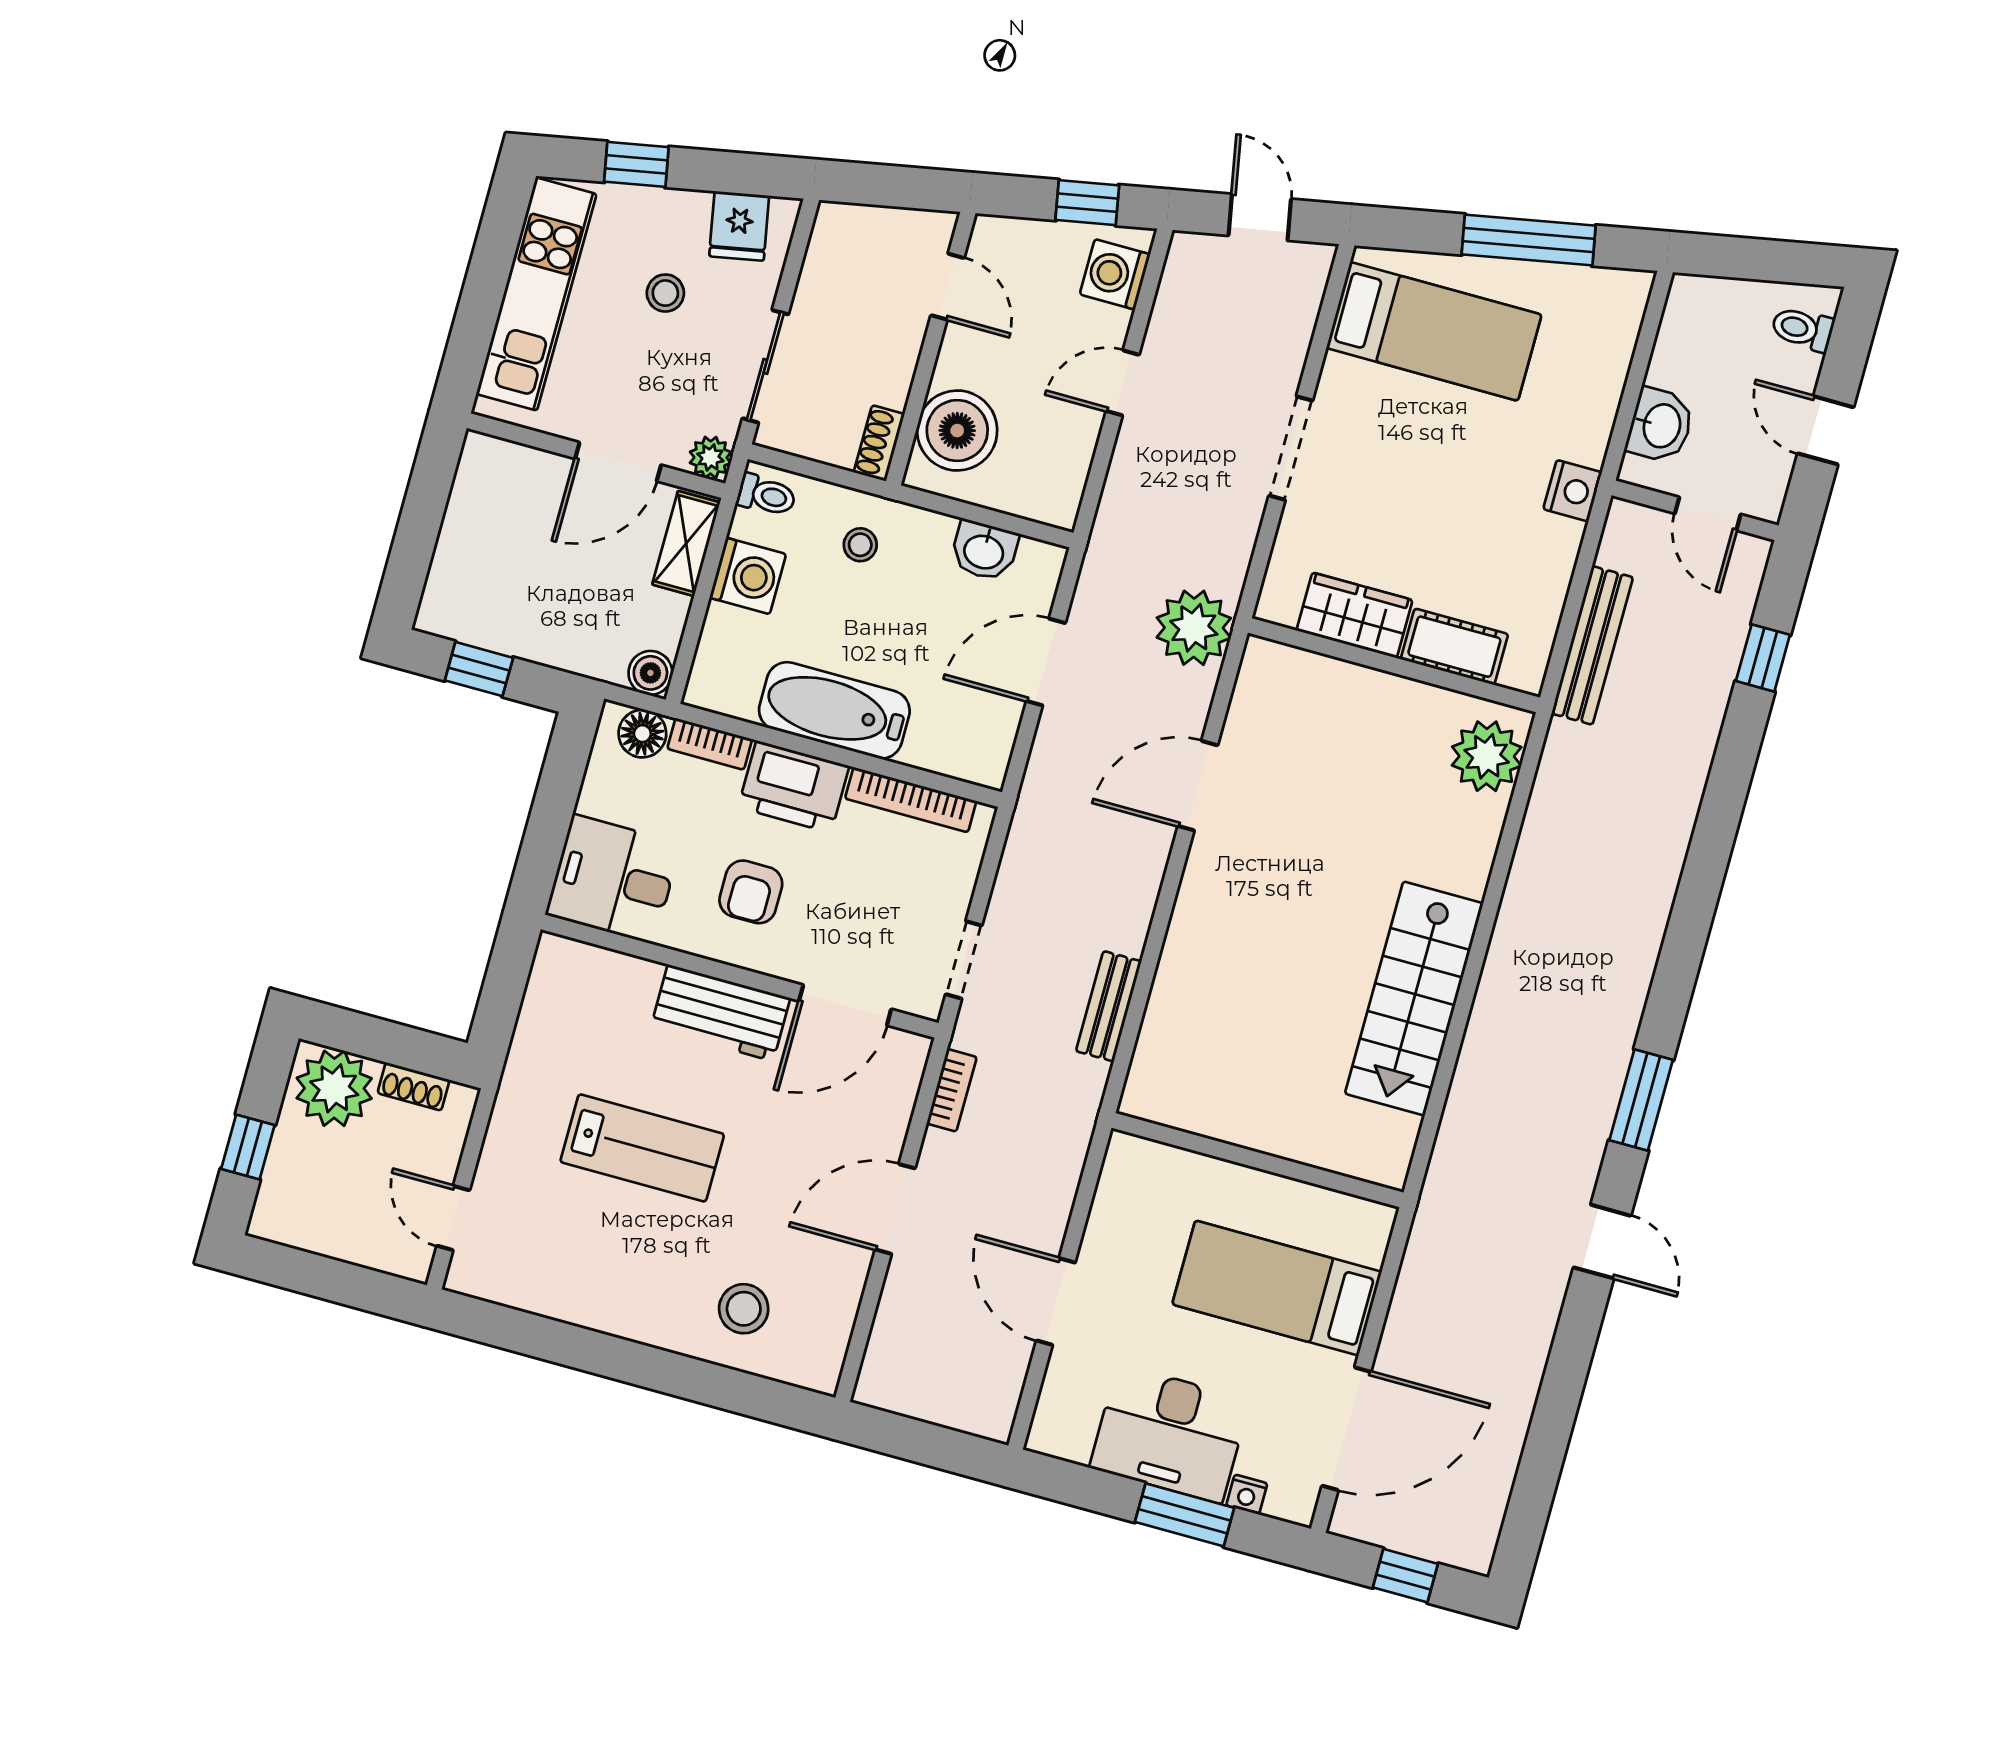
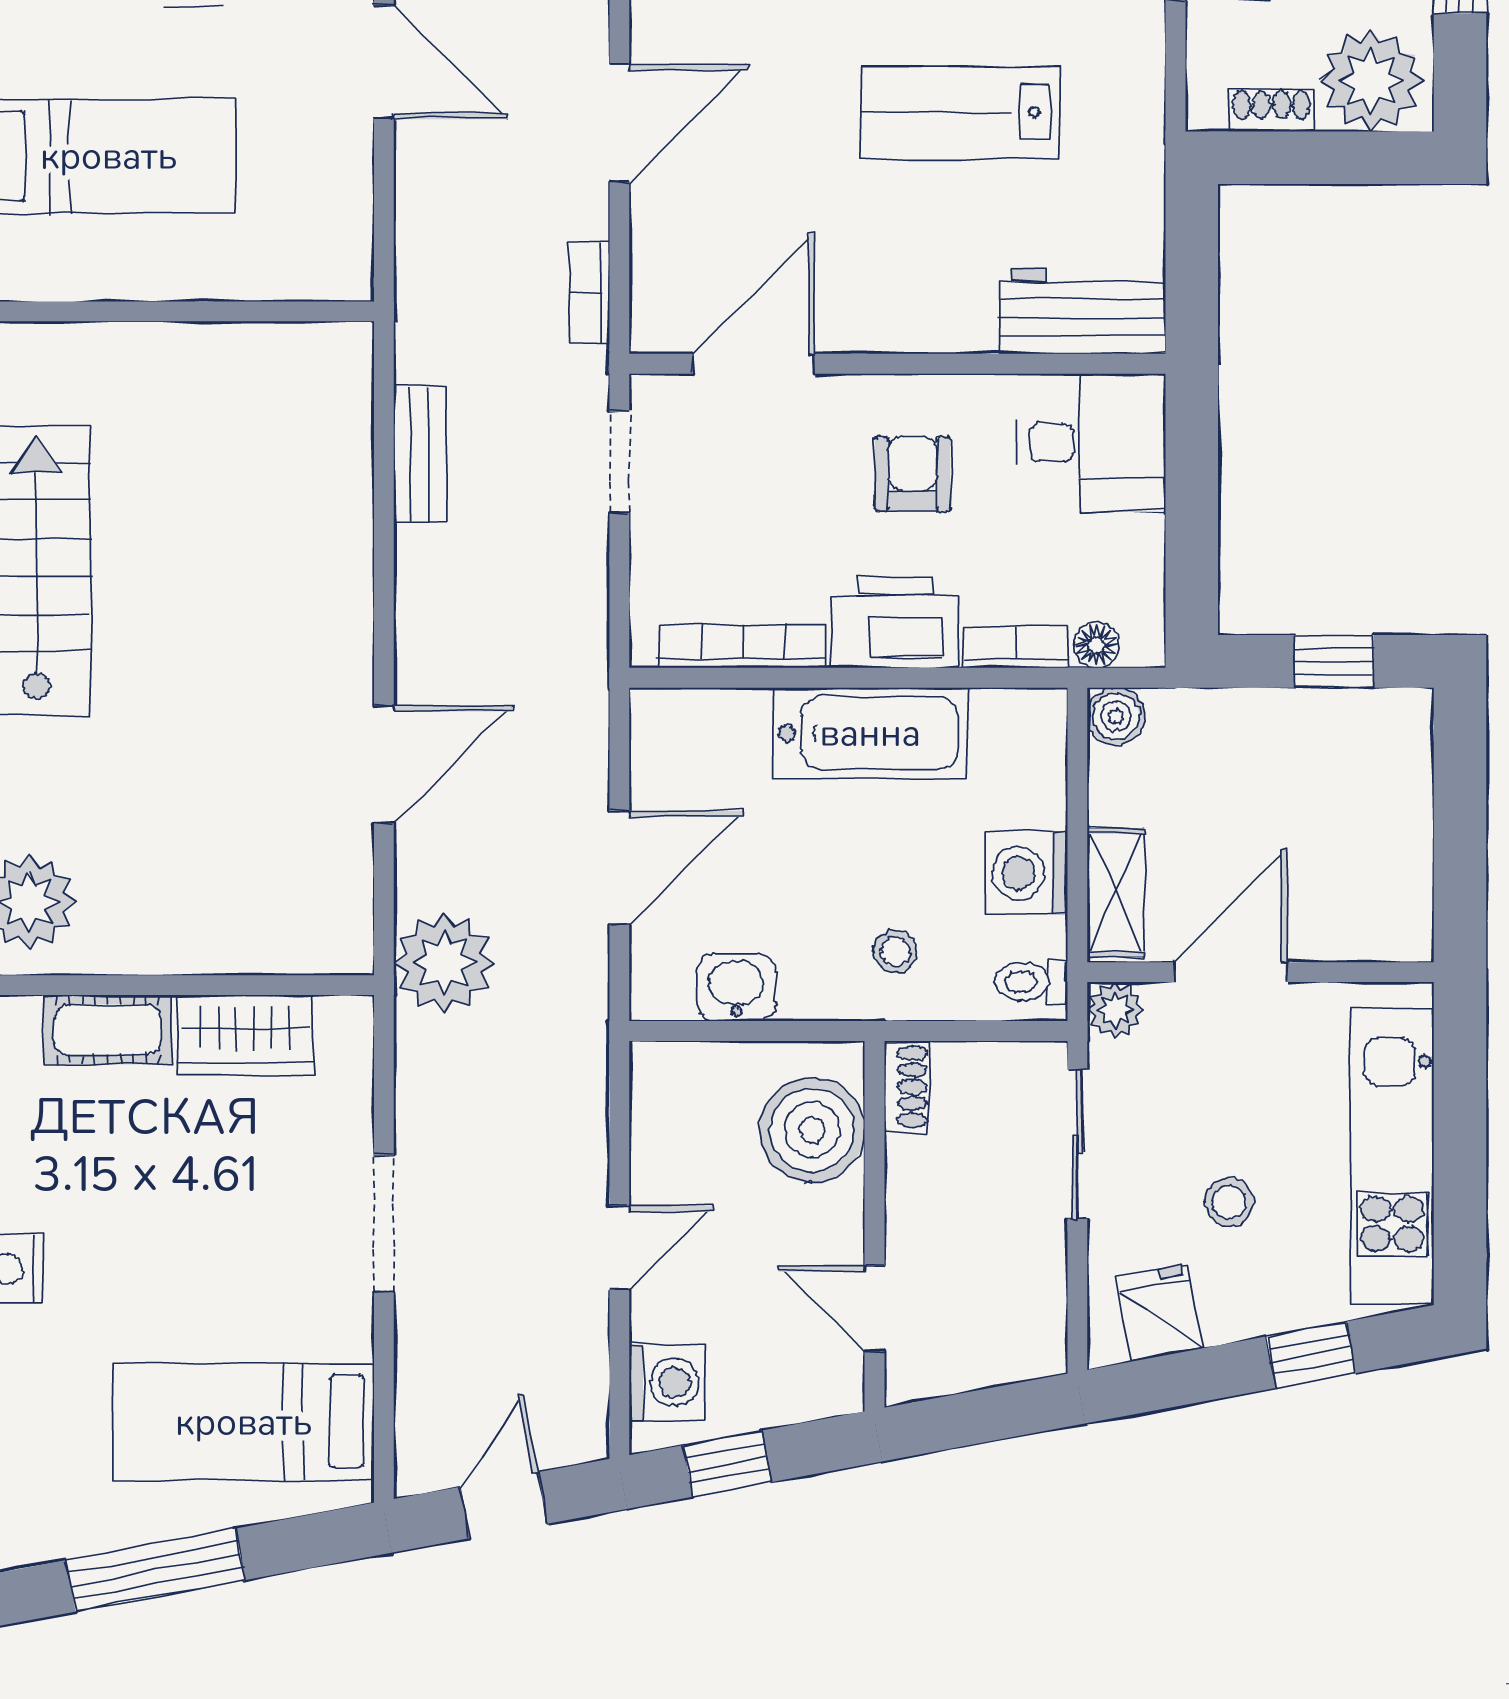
door: (1260, 217) -> (504, 1505), swing flipped
floor lamp: (642, 734) -> (1096, 645), width x0.73, depth x0.73
workbench: (720, 1013) -> (1082, 311), moved

